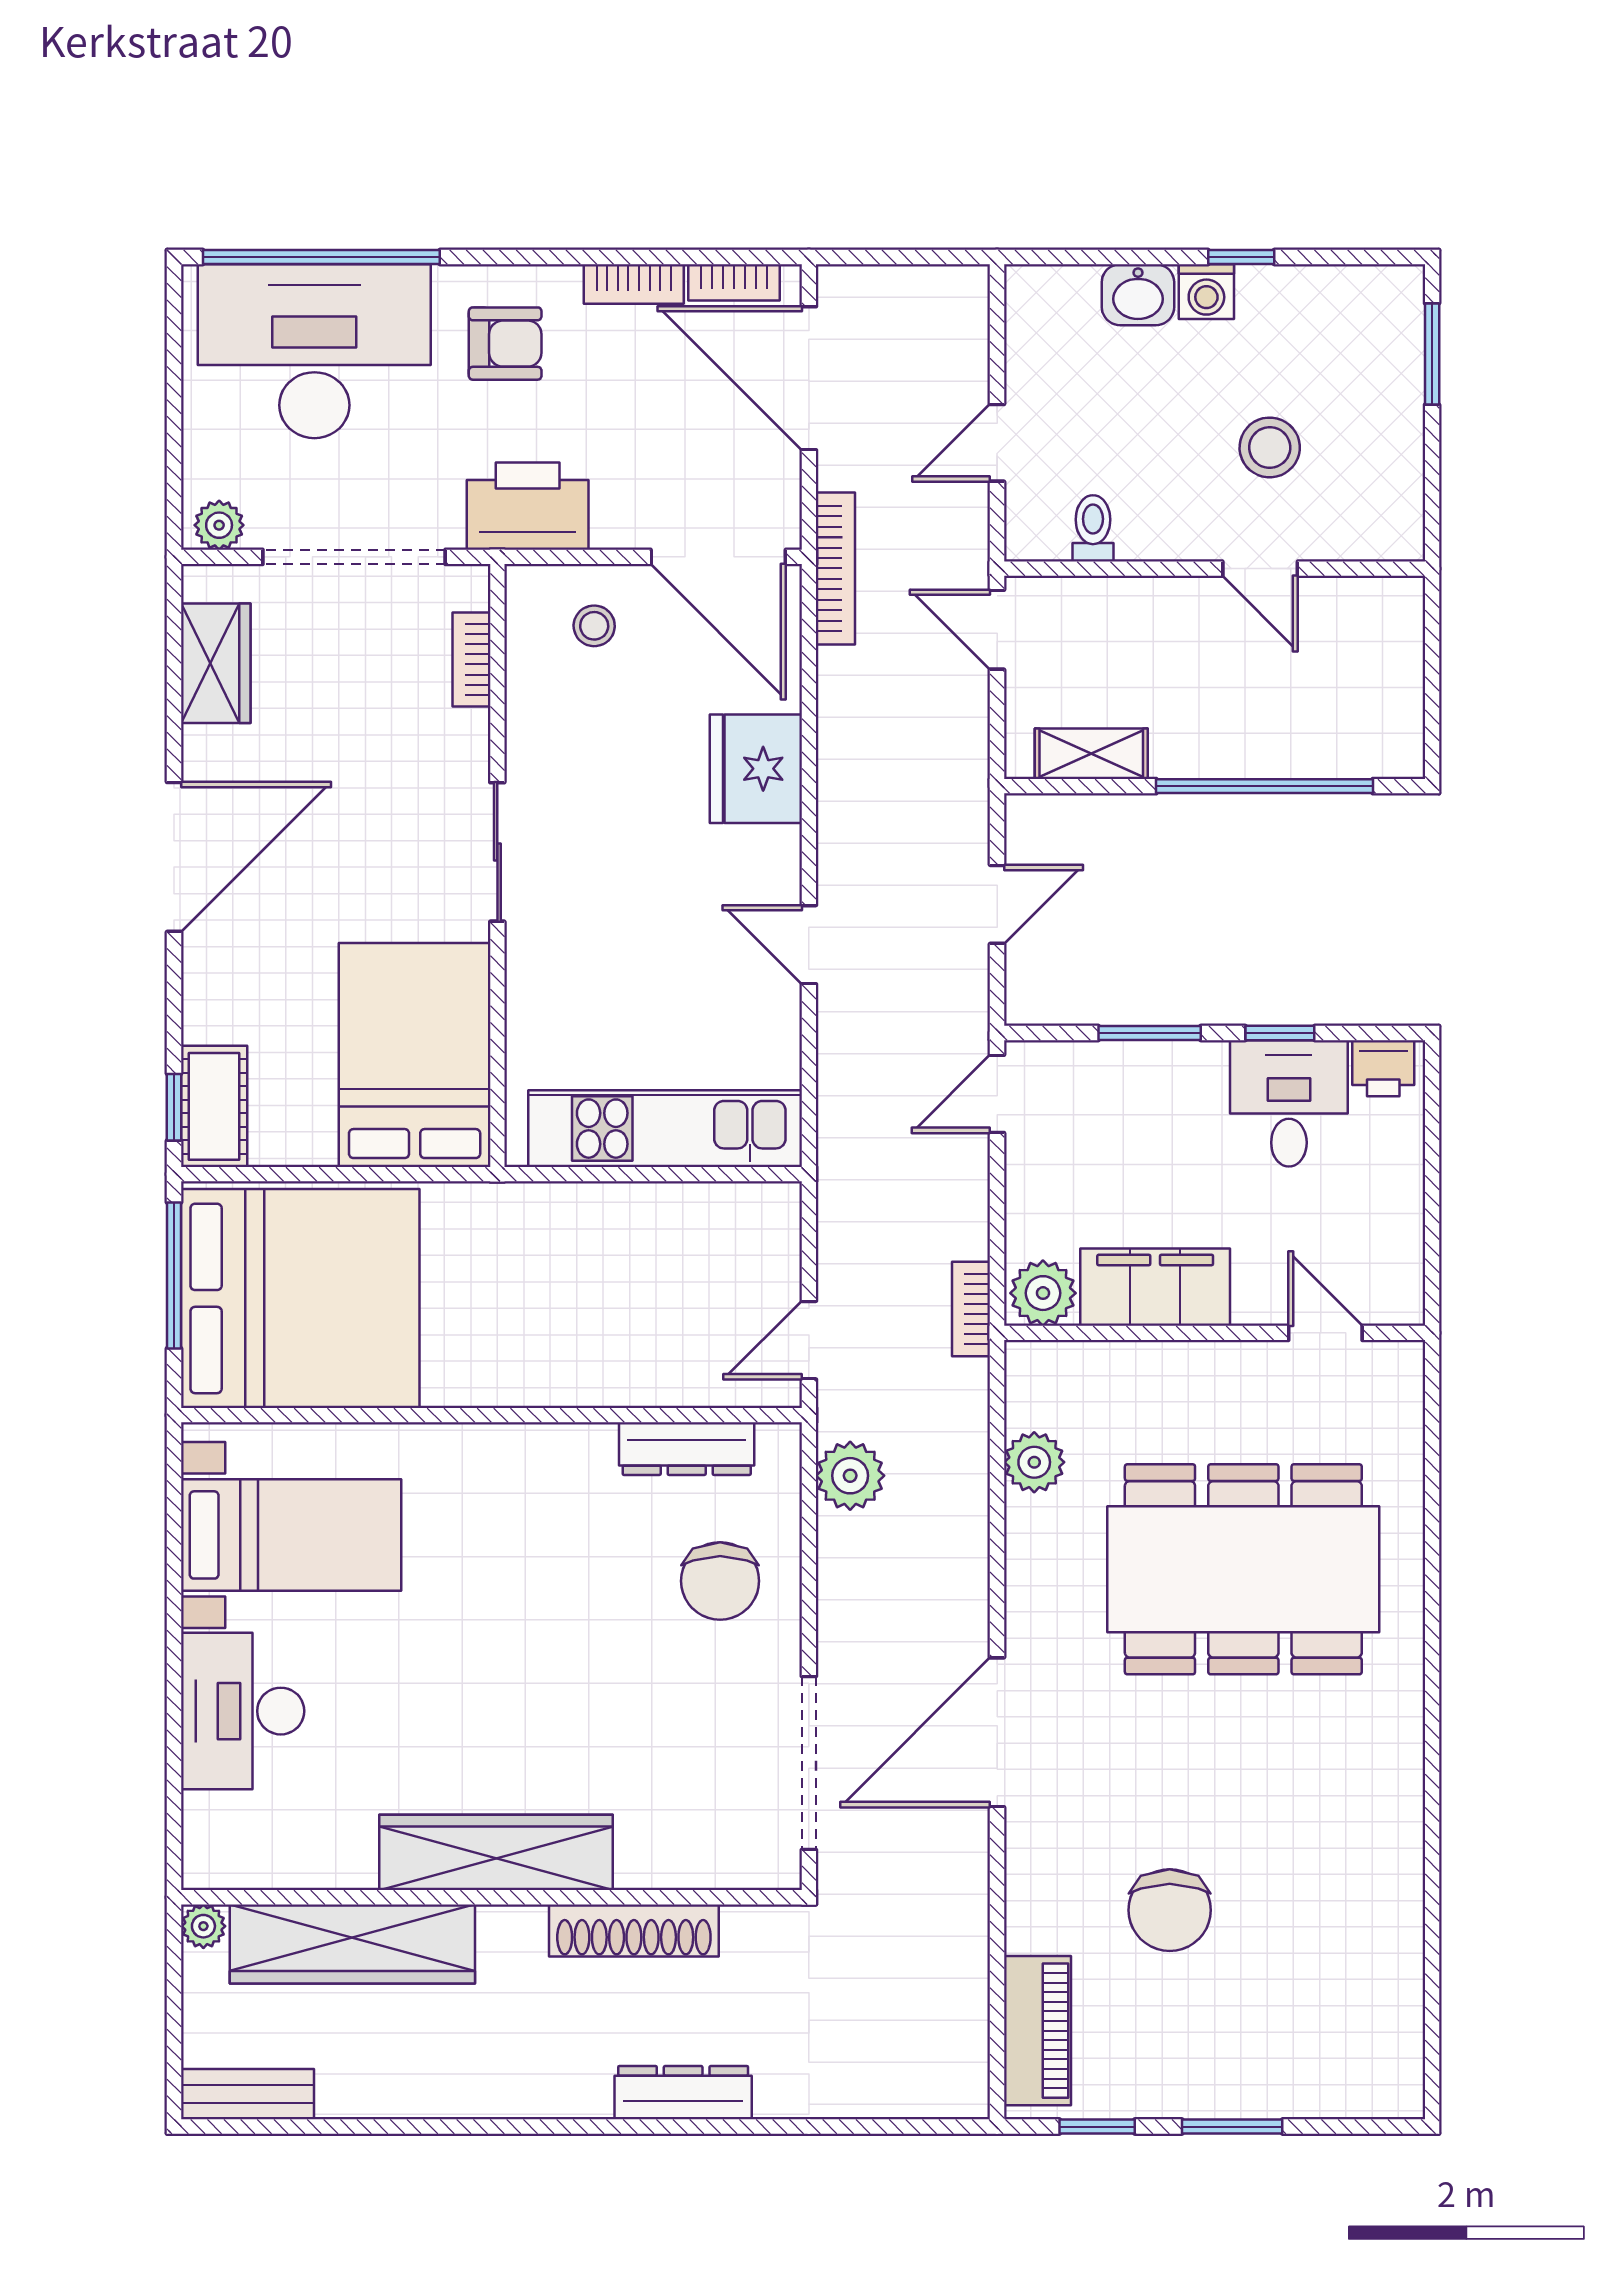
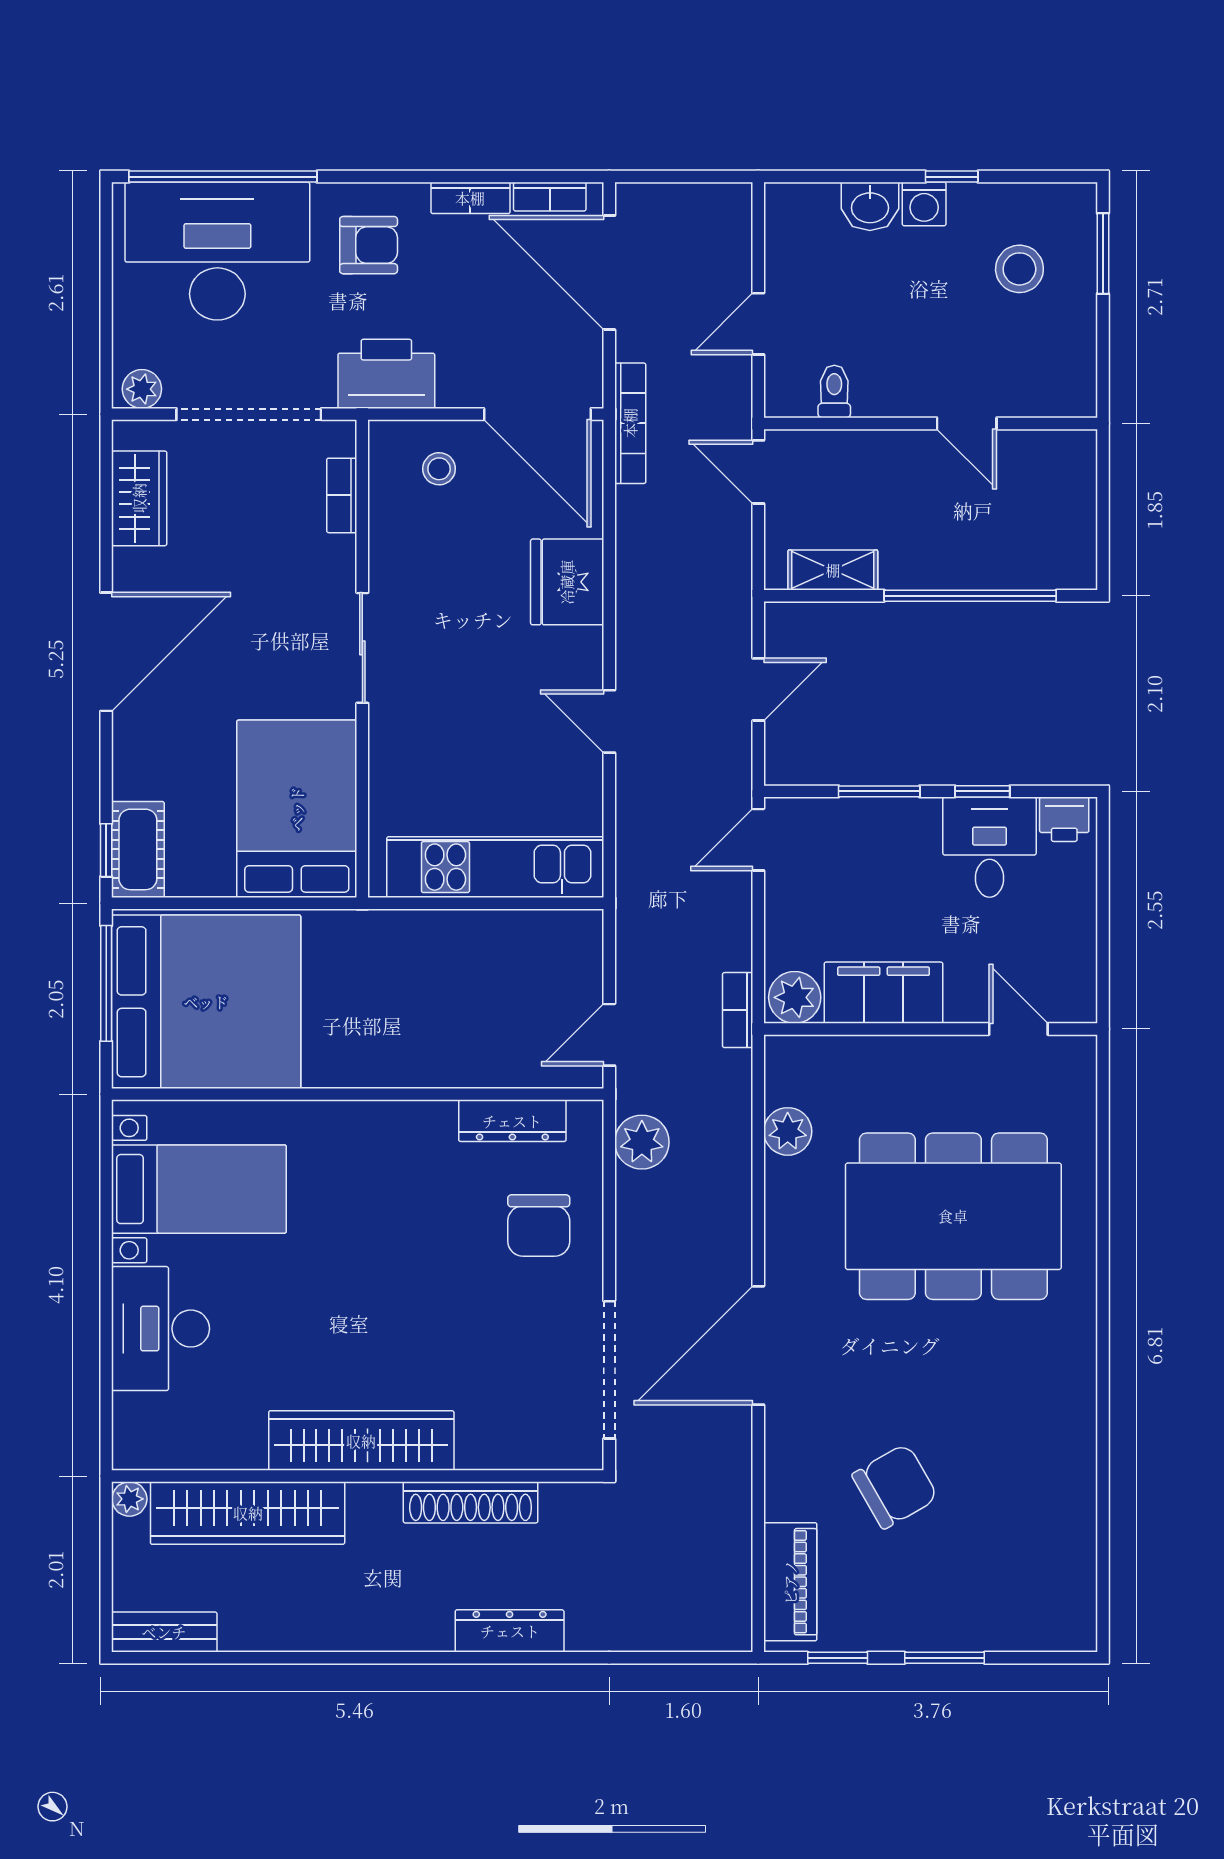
stool: (1270, 447) -> (1019, 269), moved
chair: (1170, 1910) -> (895, 1486), turned -120

